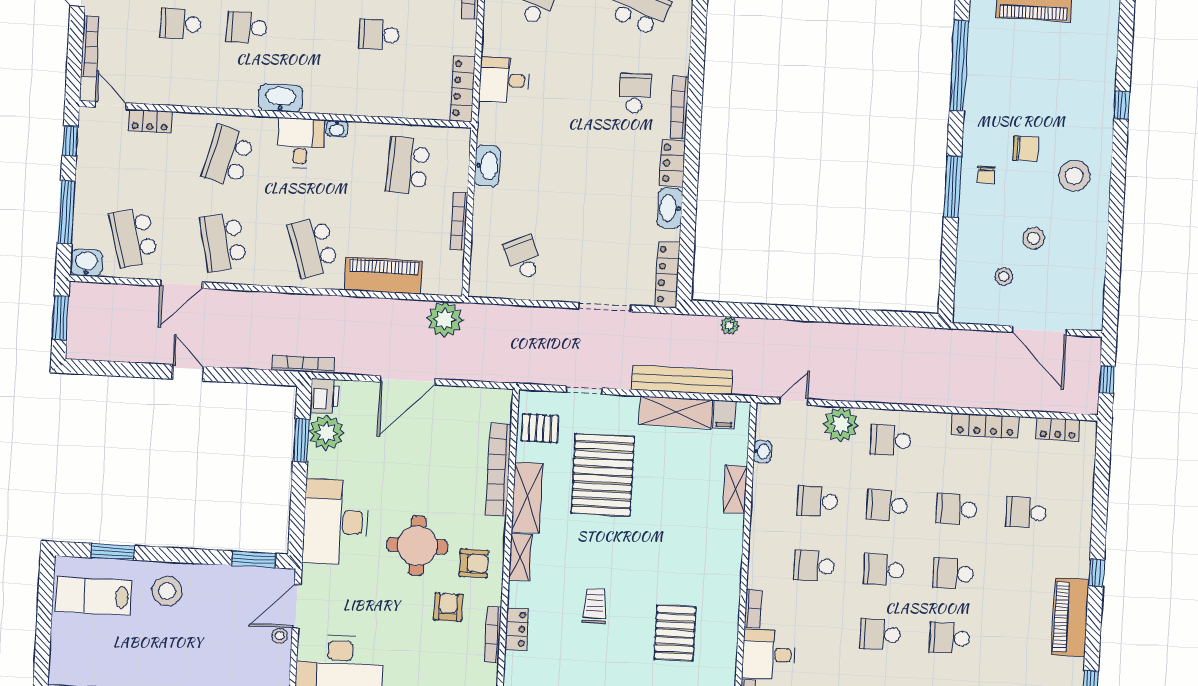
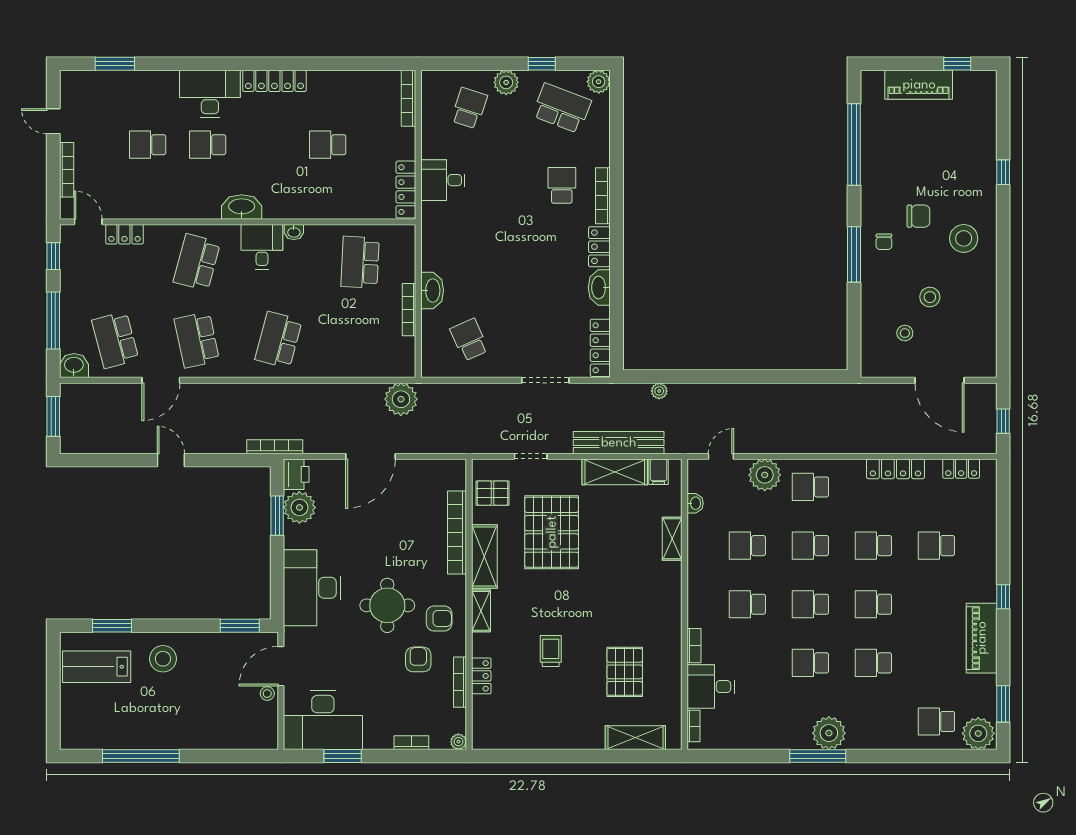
washbasin: (487, 166) -> (432, 290), moved
school desk: (313, 247) -> (278, 340), turned 33
piano: (383, 276) -> (343, 363), removed

